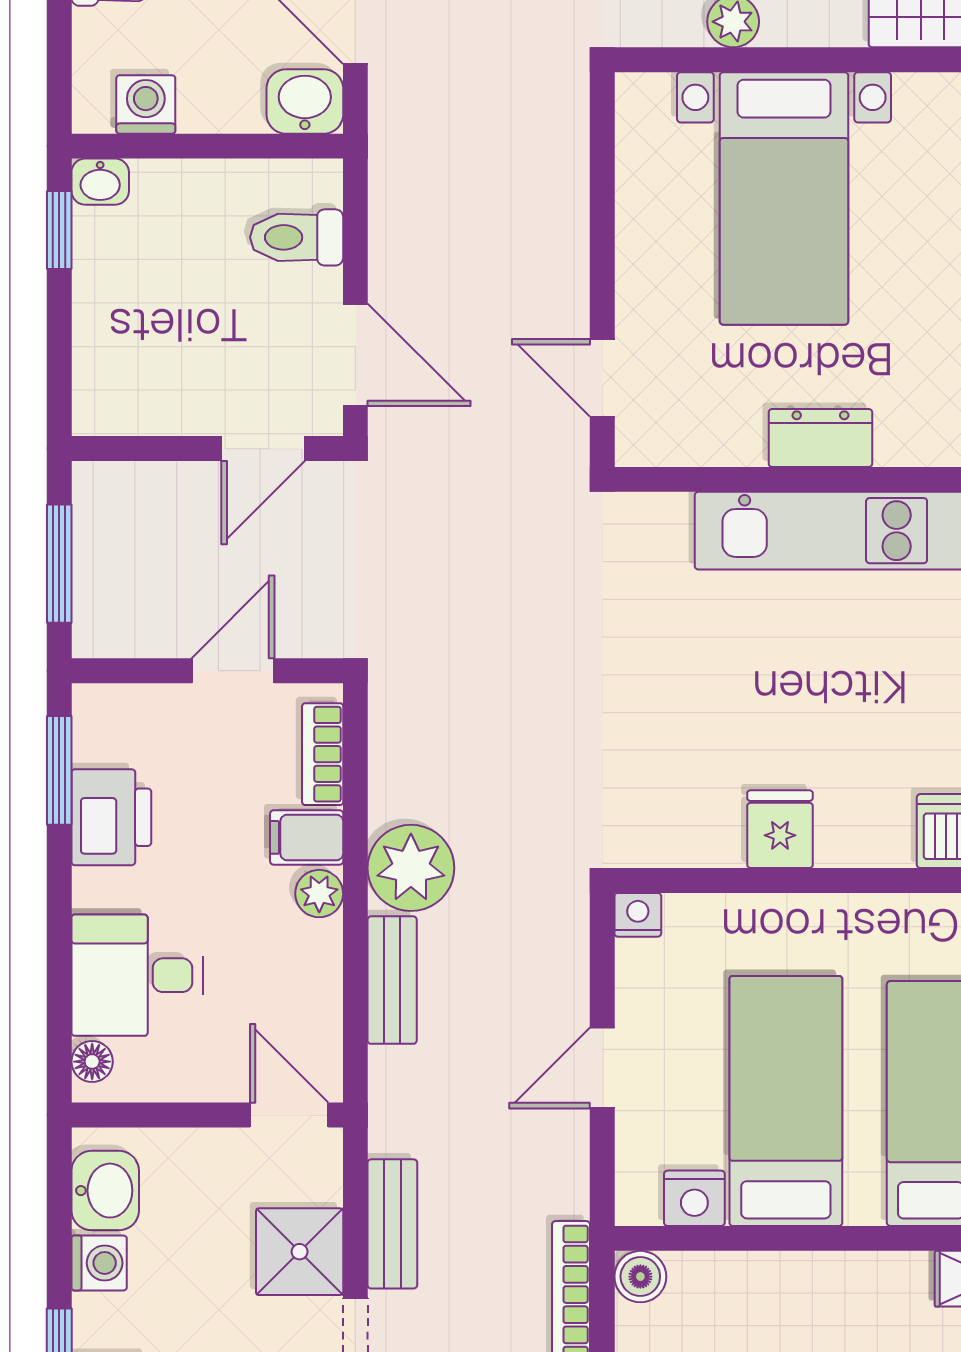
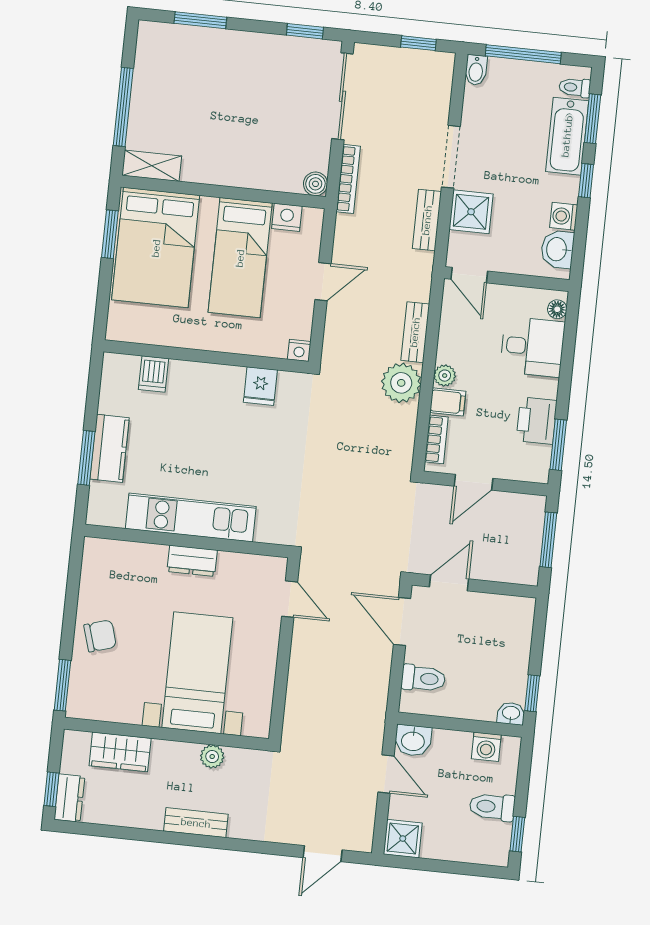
fridge: (780, 829) -> (260, 386), moved

